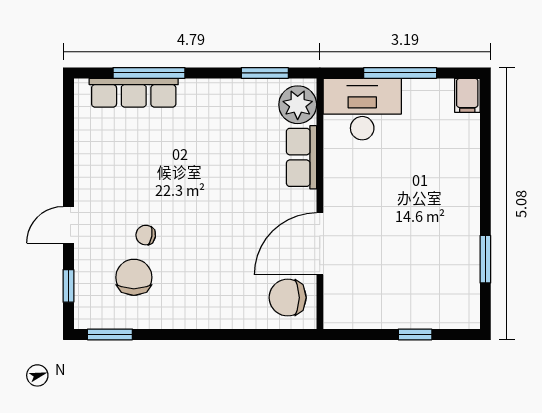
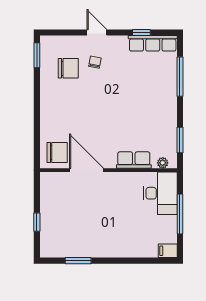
row of seats: (134, 93) -> (153, 43), moved, turned -90
plant: (298, 105) -> (163, 163), width x0.53, depth x0.53
chair: (146, 235) -> (95, 62), moved
window: (68, 286) -> (141, 33), moved
chair: (288, 298) -> (57, 152), turned 90

